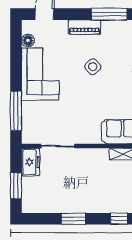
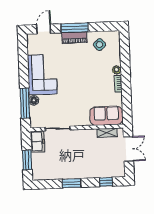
window: (109, 14) -> (75, 28), moved
floor lamp: (28, 40) -> (34, 100), moved
side table: (93, 67) -> (100, 45), moved

